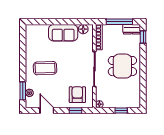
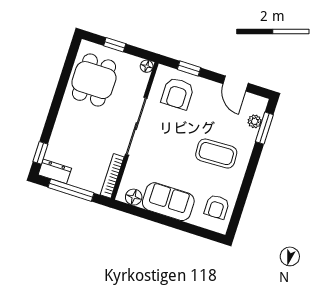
armchair: (35, 39) -> (217, 207), added
dining table: (122, 66) -> (94, 80), moved, turned 90

